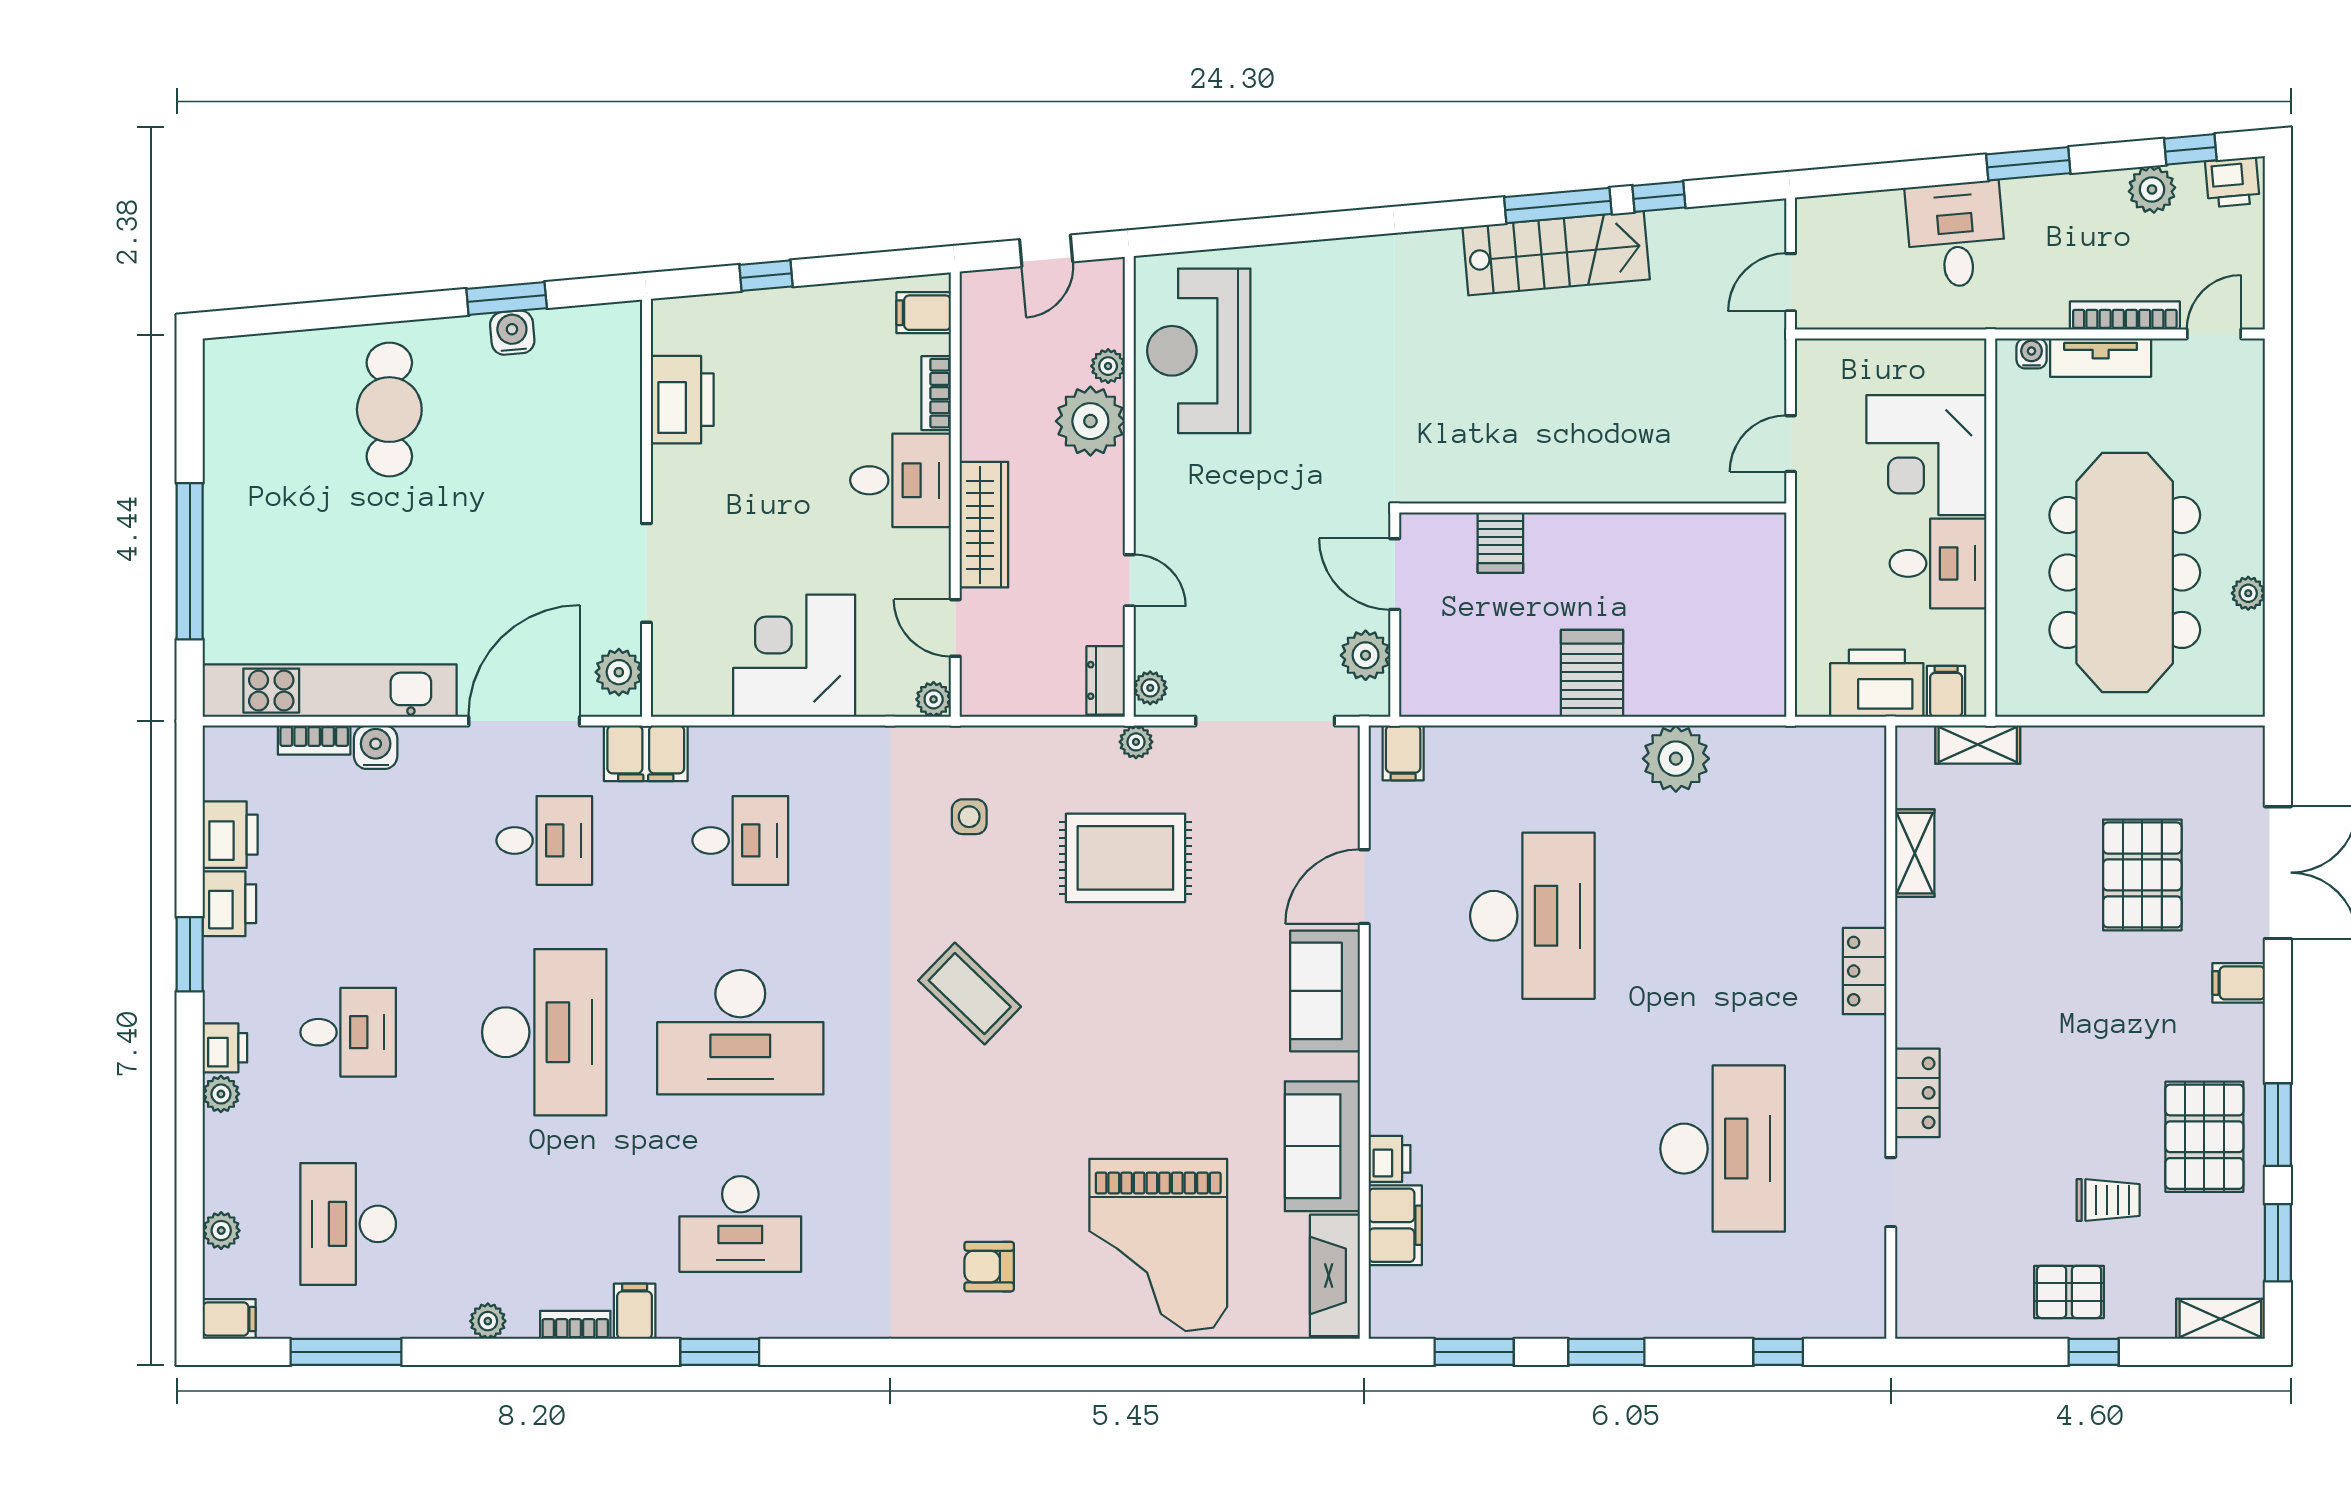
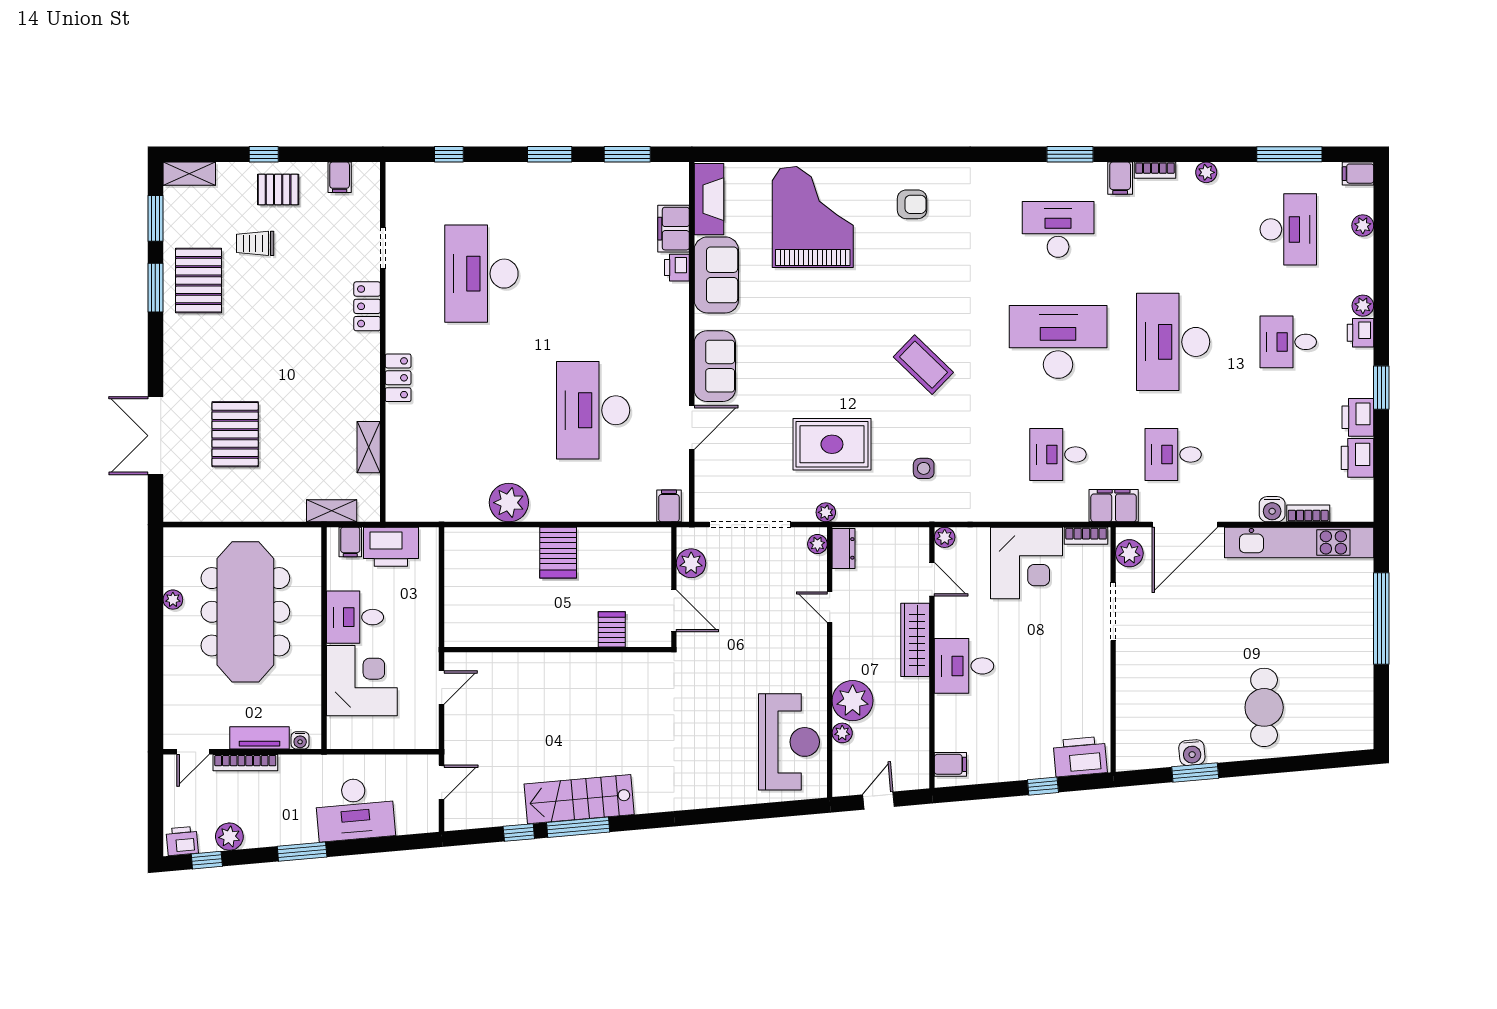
desk: (1956, 235) -> (355, 809), width x1.37
bookcase: (936, 393) -> (1086, 536), moved, turned 90
printer: (682, 400) -> (1080, 757), moved, turned 85
filing cabinet: (2239, 983) -> (340, 177), moved, turned 90

